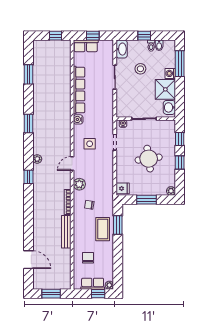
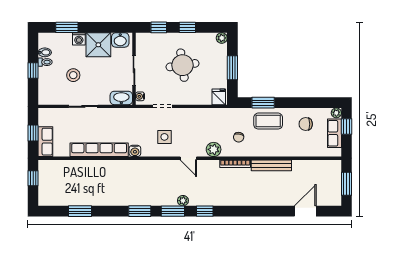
washbasin: (122, 49) -> (121, 98), moved
window: (180, 64) -> (67, 27), width x0.69
window: (29, 151) -> (173, 211), added
chair: (88, 258) -> (306, 124), moved

